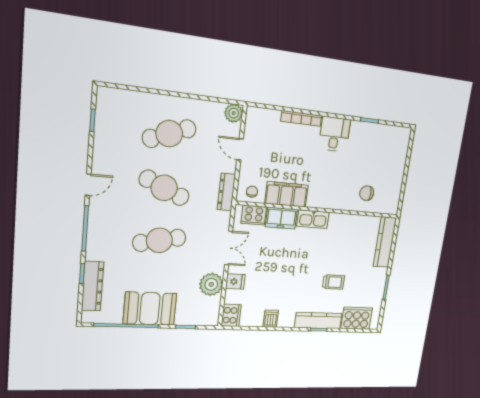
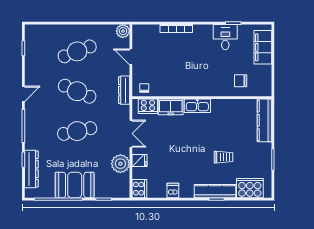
desk: (334, 134) -> (225, 37), moved
filing cabinet: (287, 194) -> (263, 47), moved, turned -90

